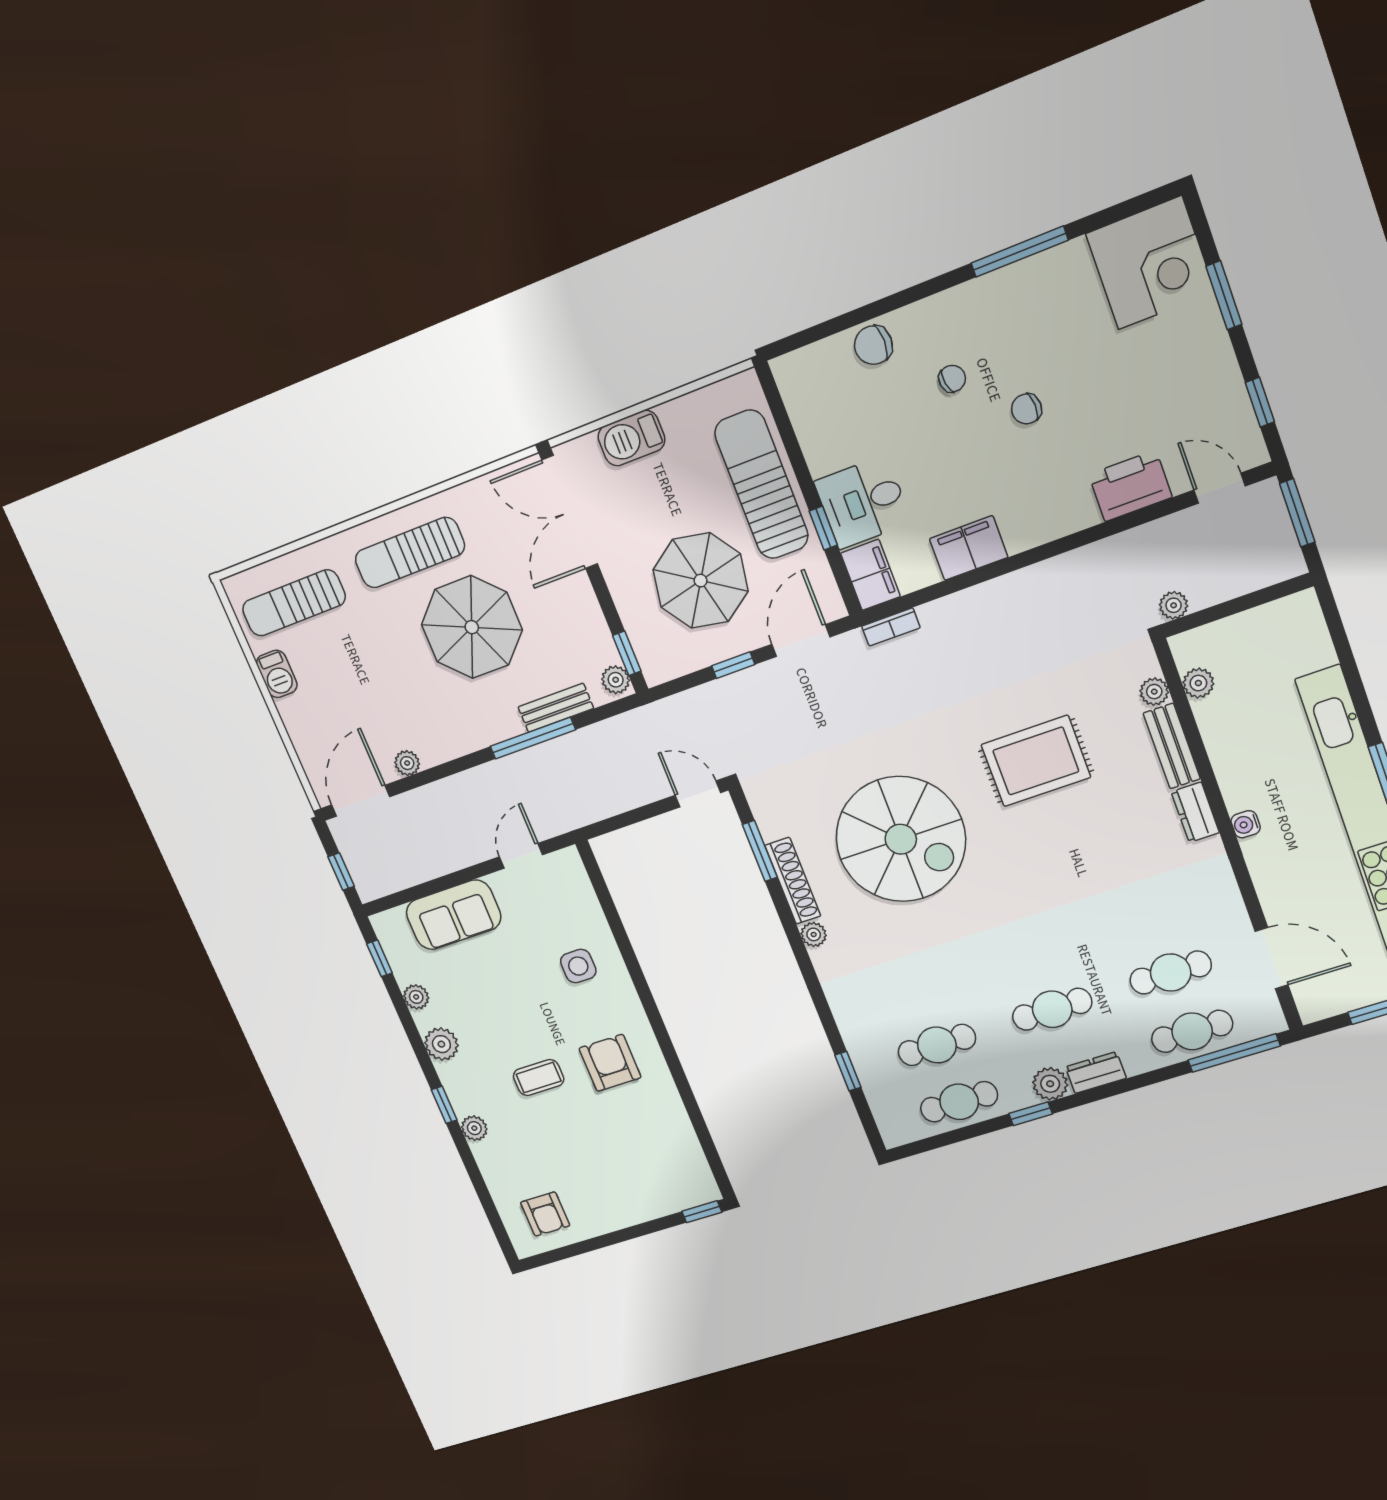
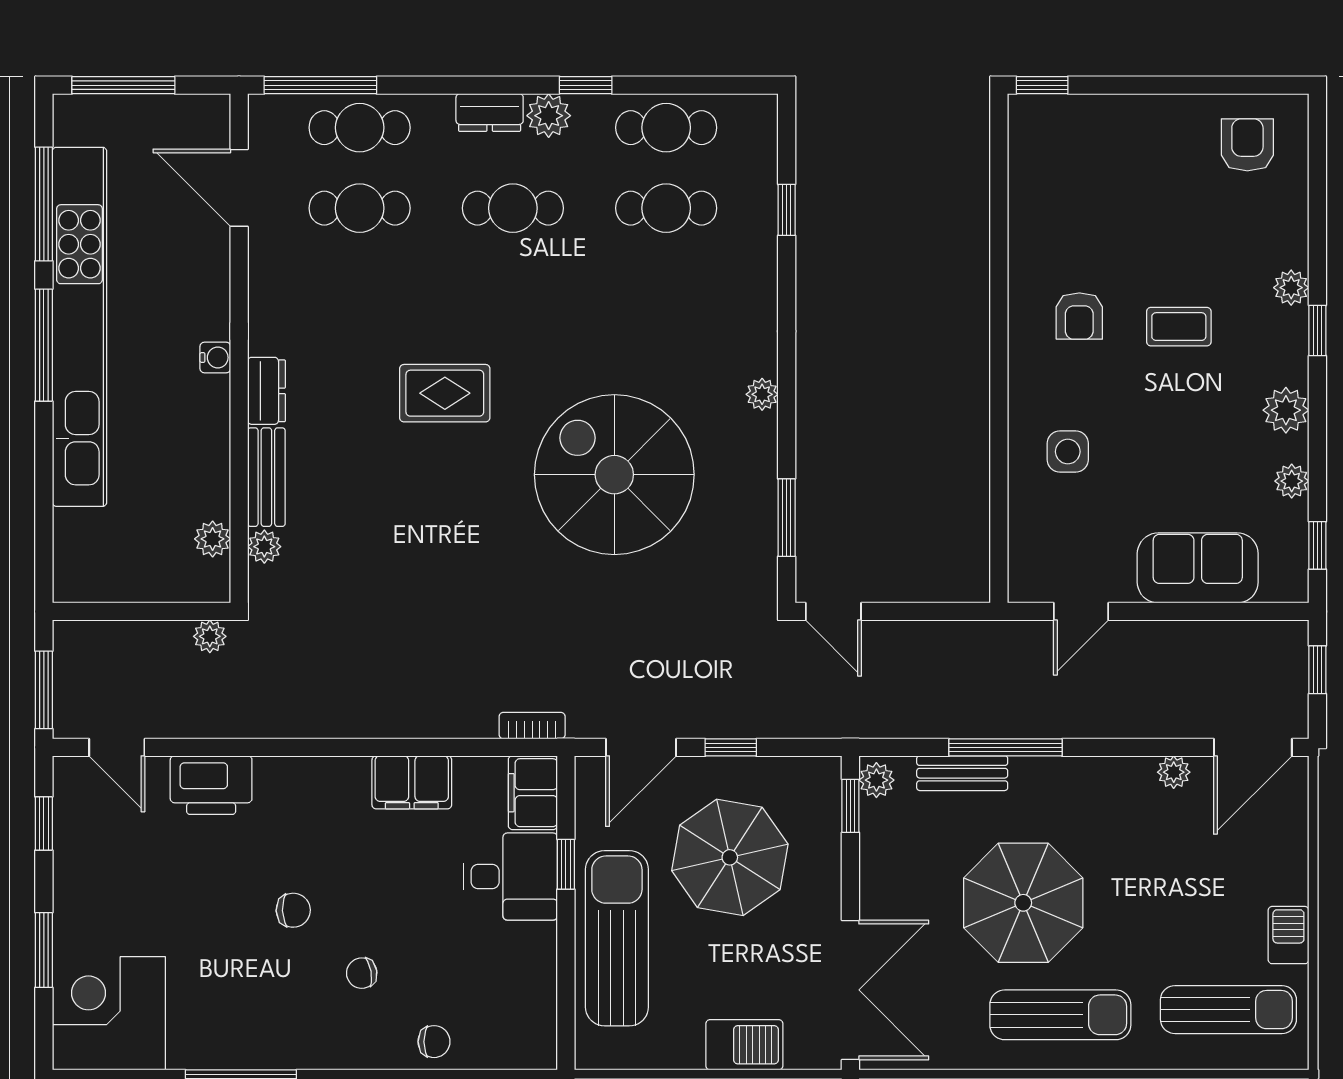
chair: (873, 345) -> (434, 1042), width x0.73, depth x0.73
sun lounger: (762, 485) -> (617, 938), turned 180
rug: (1036, 761) -> (445, 393), moved, width x0.73, depth x0.70
shoe rack: (793, 881) -> (761, 468), removed
armchair: (610, 1063) -> (1079, 316), width x0.72, depth x0.72

